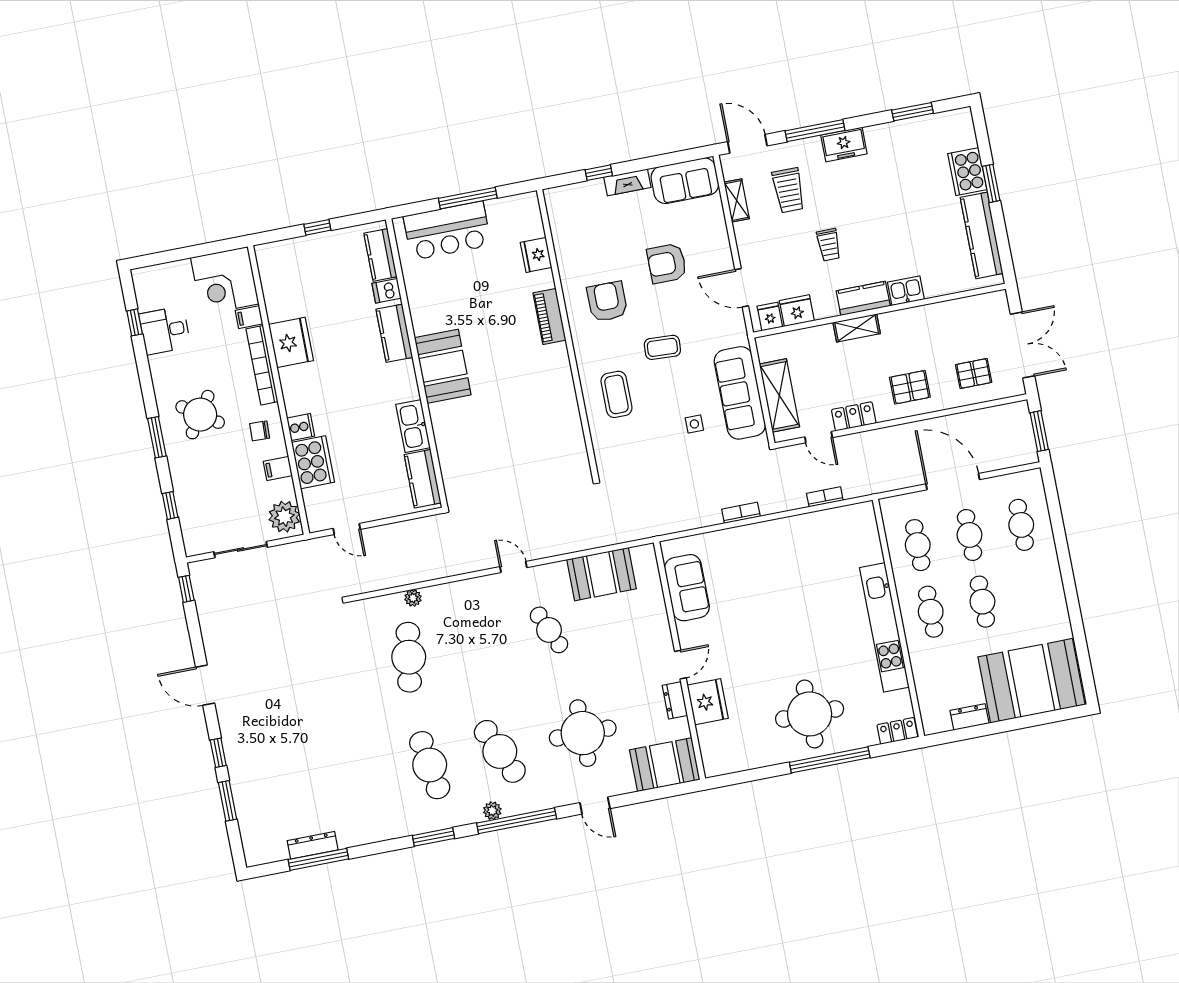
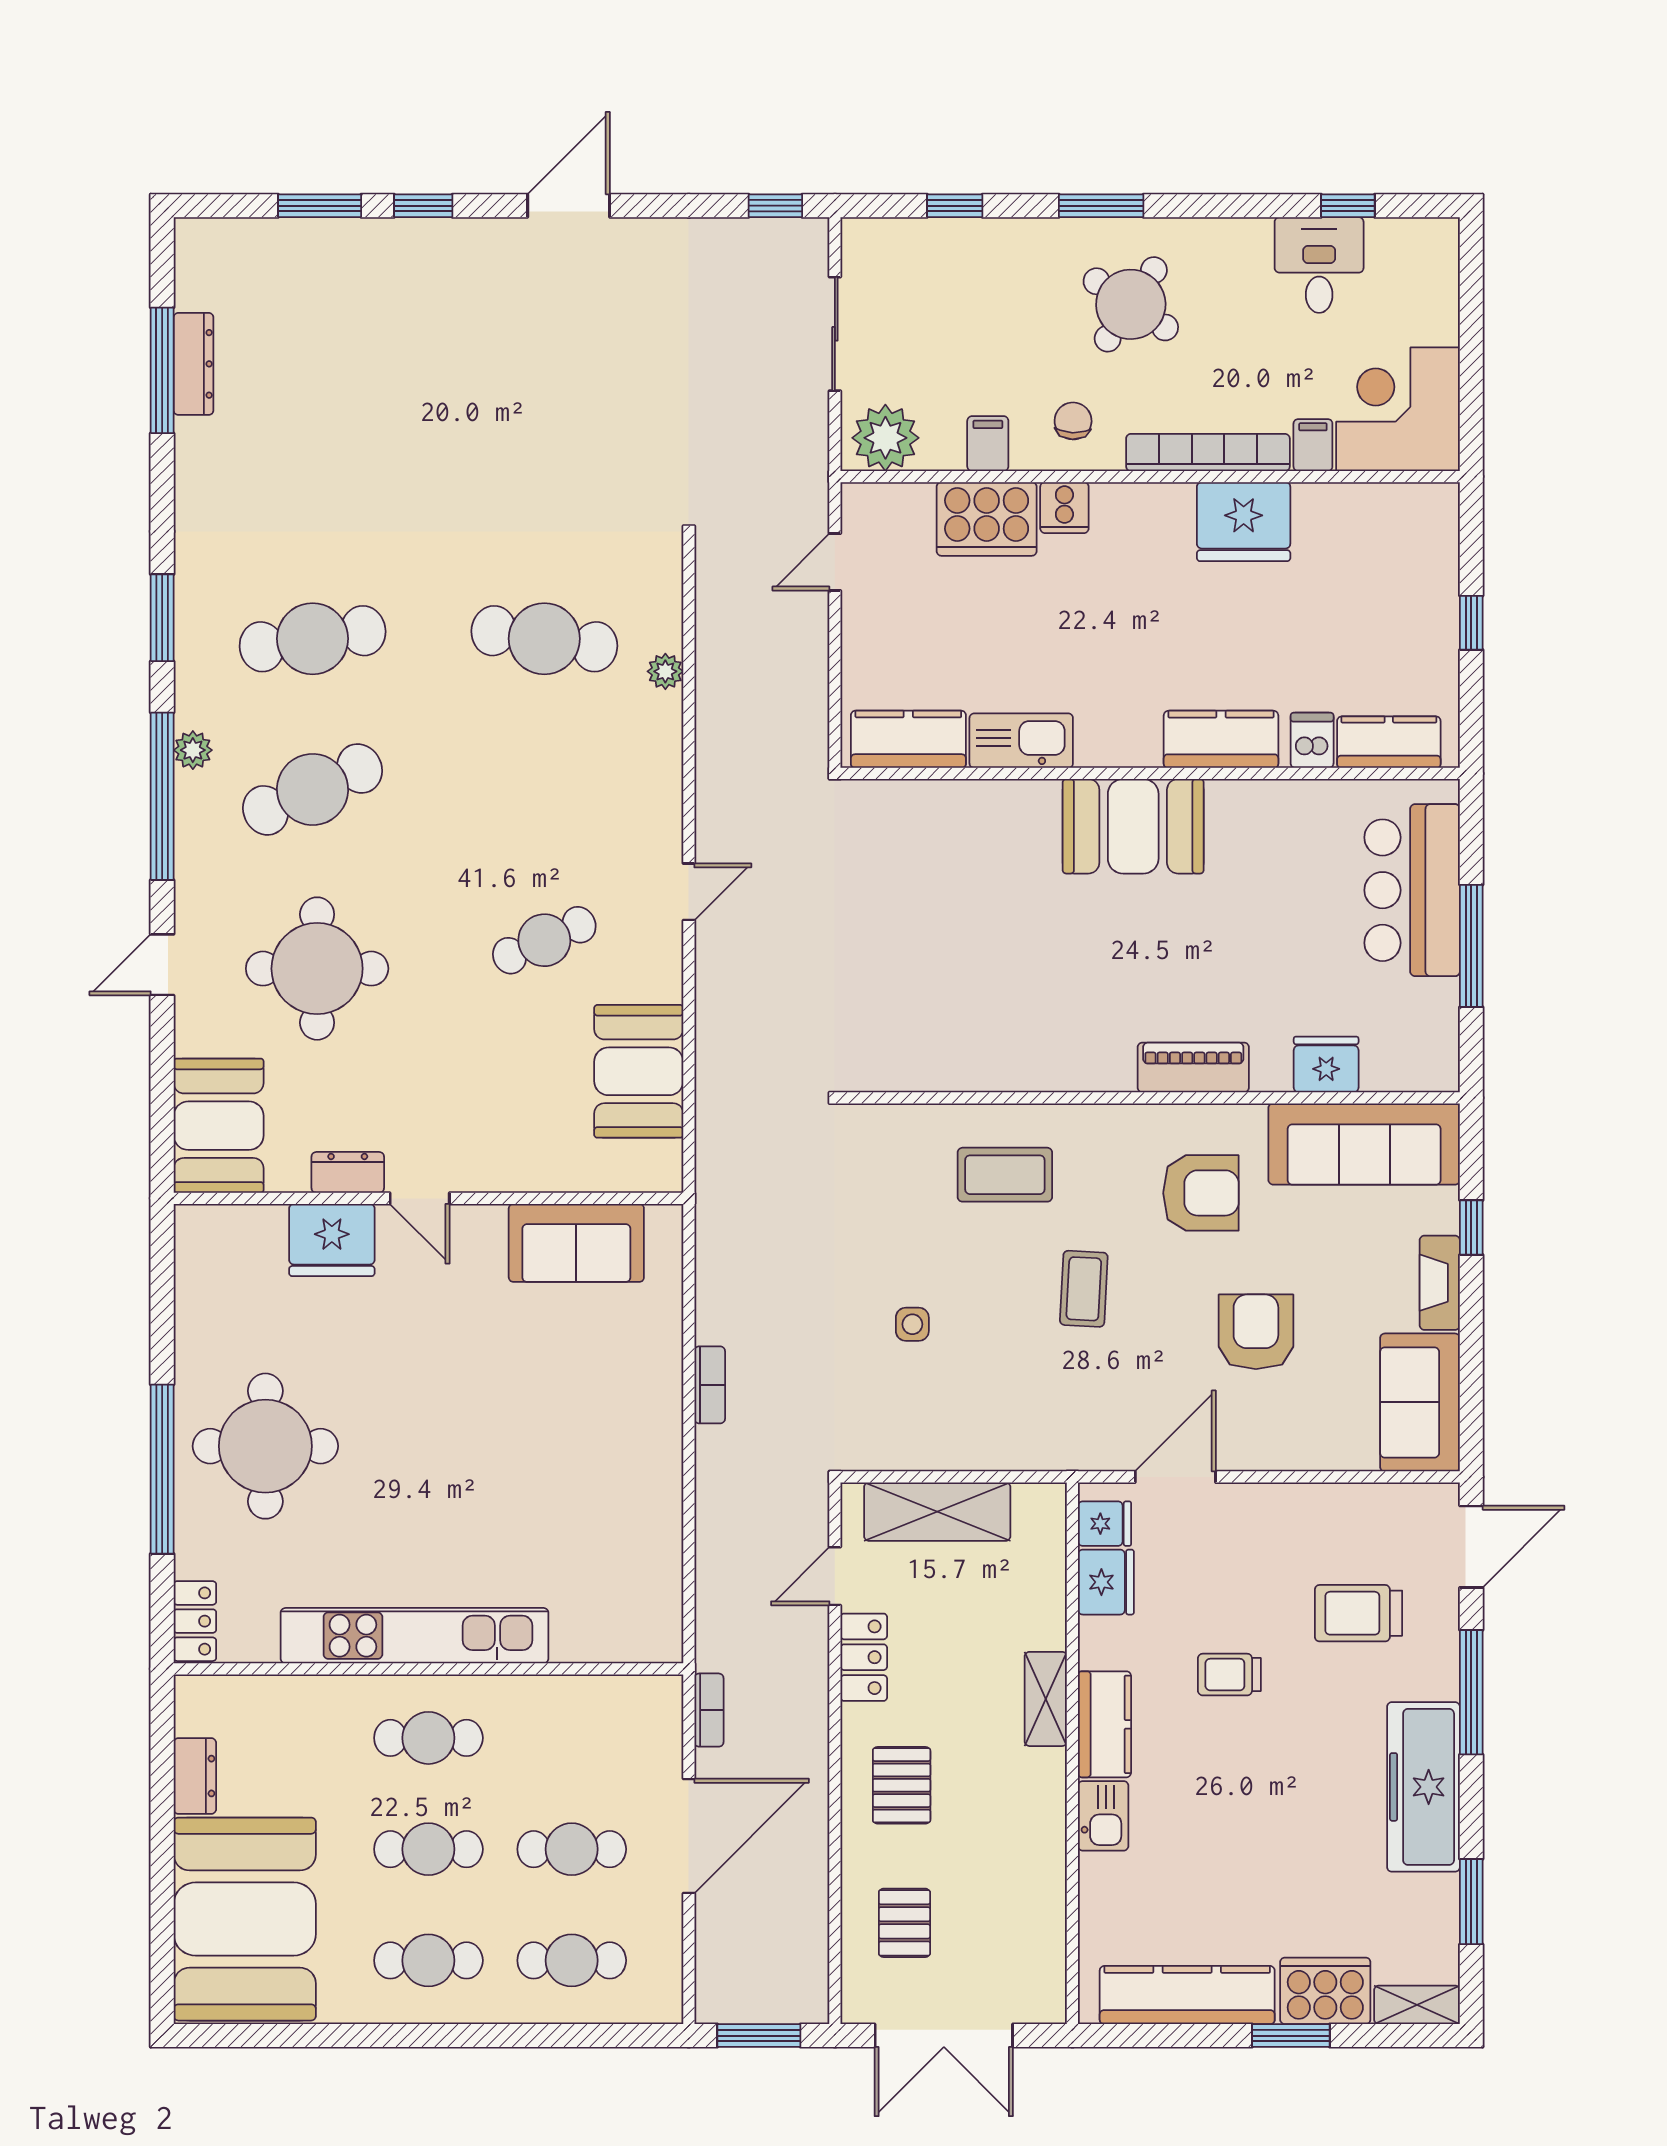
freezer: (844, 144) -> (1423, 1787), width x1.91, depth x1.26
shelving: (737, 200) -> (1417, 2005), moved
sofa: (740, 393) -> (1364, 1144), moved, turned 180
bookcase: (825, 497) -> (709, 1710), moved
cafe table: (918, 545) -> (428, 1960), moved

